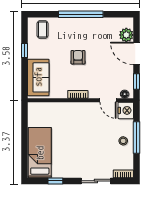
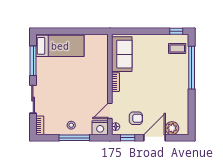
window: (81, 14) -> (192, 68), moved
window: (24, 50) -> (176, 31), moved
armchair: (78, 57) -> (136, 118), moved
sofa: (38, 77) -> (122, 54), moved, turned -90
window: (55, 181) -> (33, 61), width x2.17

